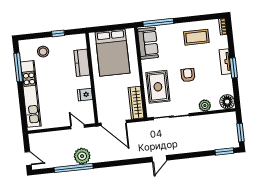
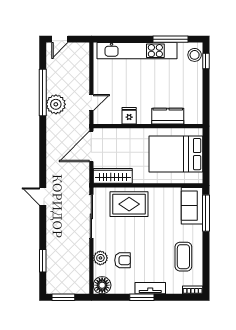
window: (58, 33) -> (206, 61), moved
sofa: (148, 43) -> (192, 206), moved, turned 90
stool: (43, 52) -> (195, 55), moved
armchair: (188, 75) -> (123, 260), moved
window: (224, 152) -> (43, 261), moved

